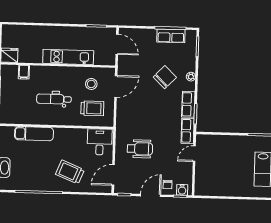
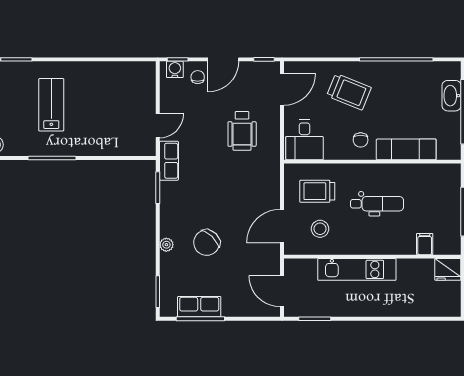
row of seats: (188, 104) -> (169, 202), removed
chair: (63, 141) -> (361, 140), added
wheelchair: (140, 149) -> (242, 131), turned -90

